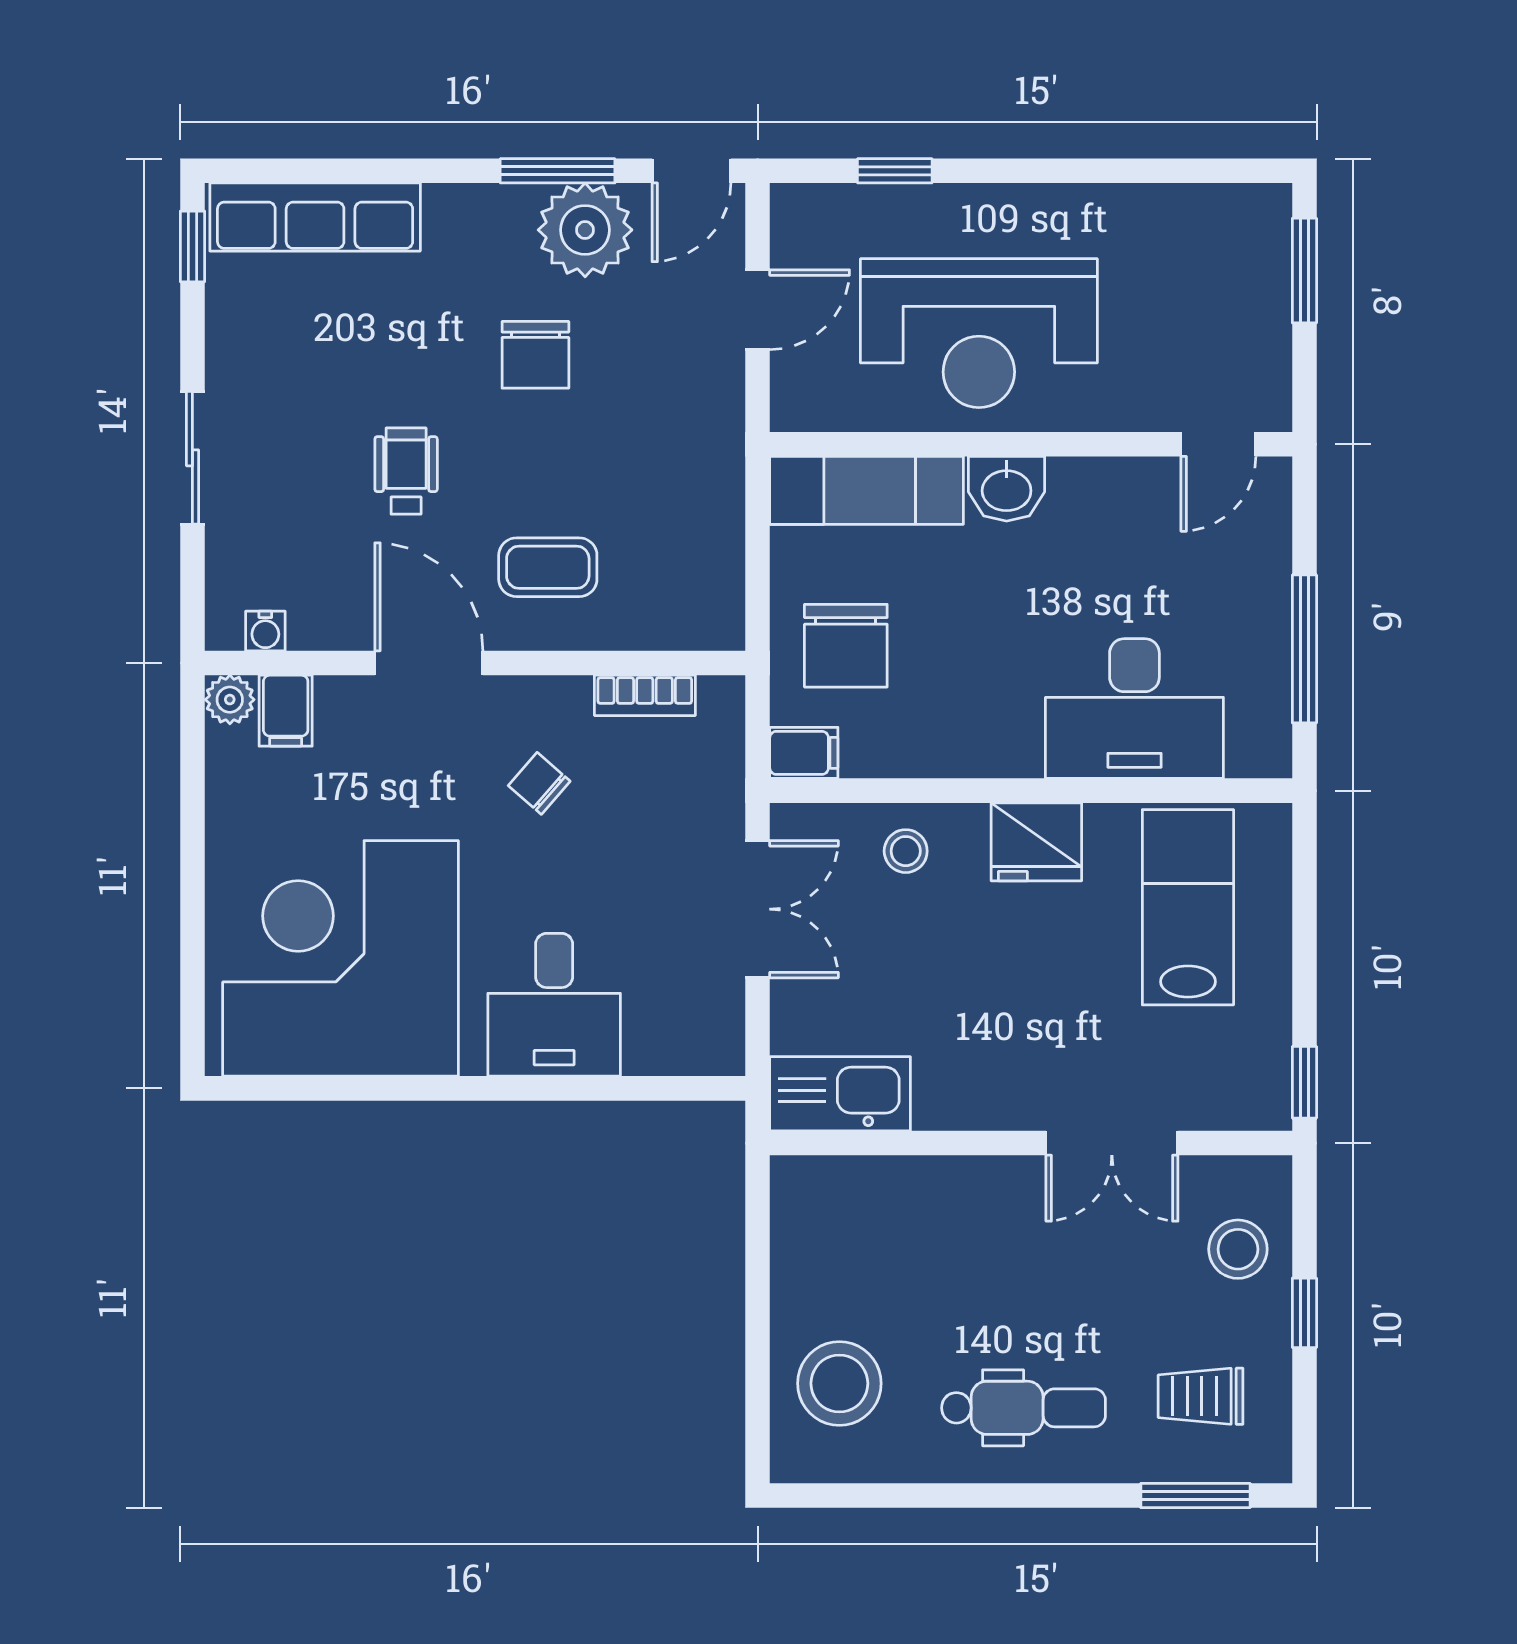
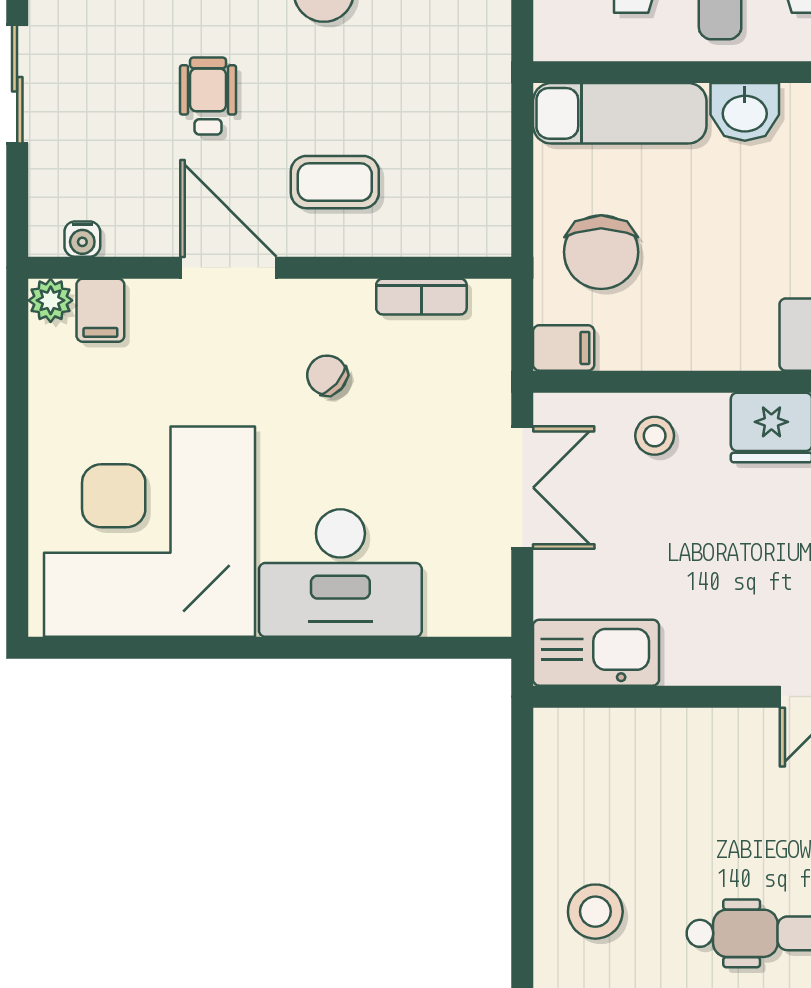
desk: (554, 1005) -> (340, 573), width x1.37
stool: (839, 1383) -> (595, 912), width x0.73, depth x0.73

